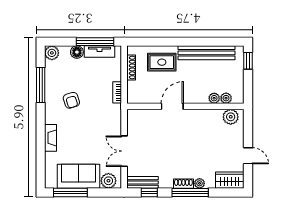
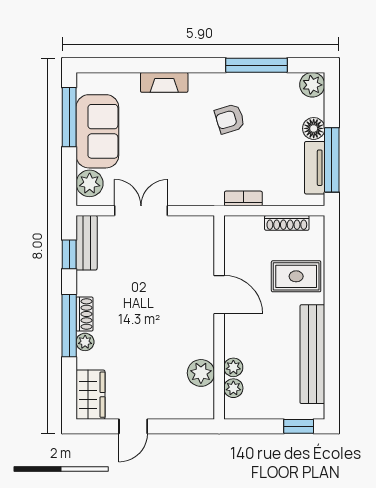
rug: (162, 62) -> (296, 276), turned 90
plant: (231, 117) -> (201, 373), moved

